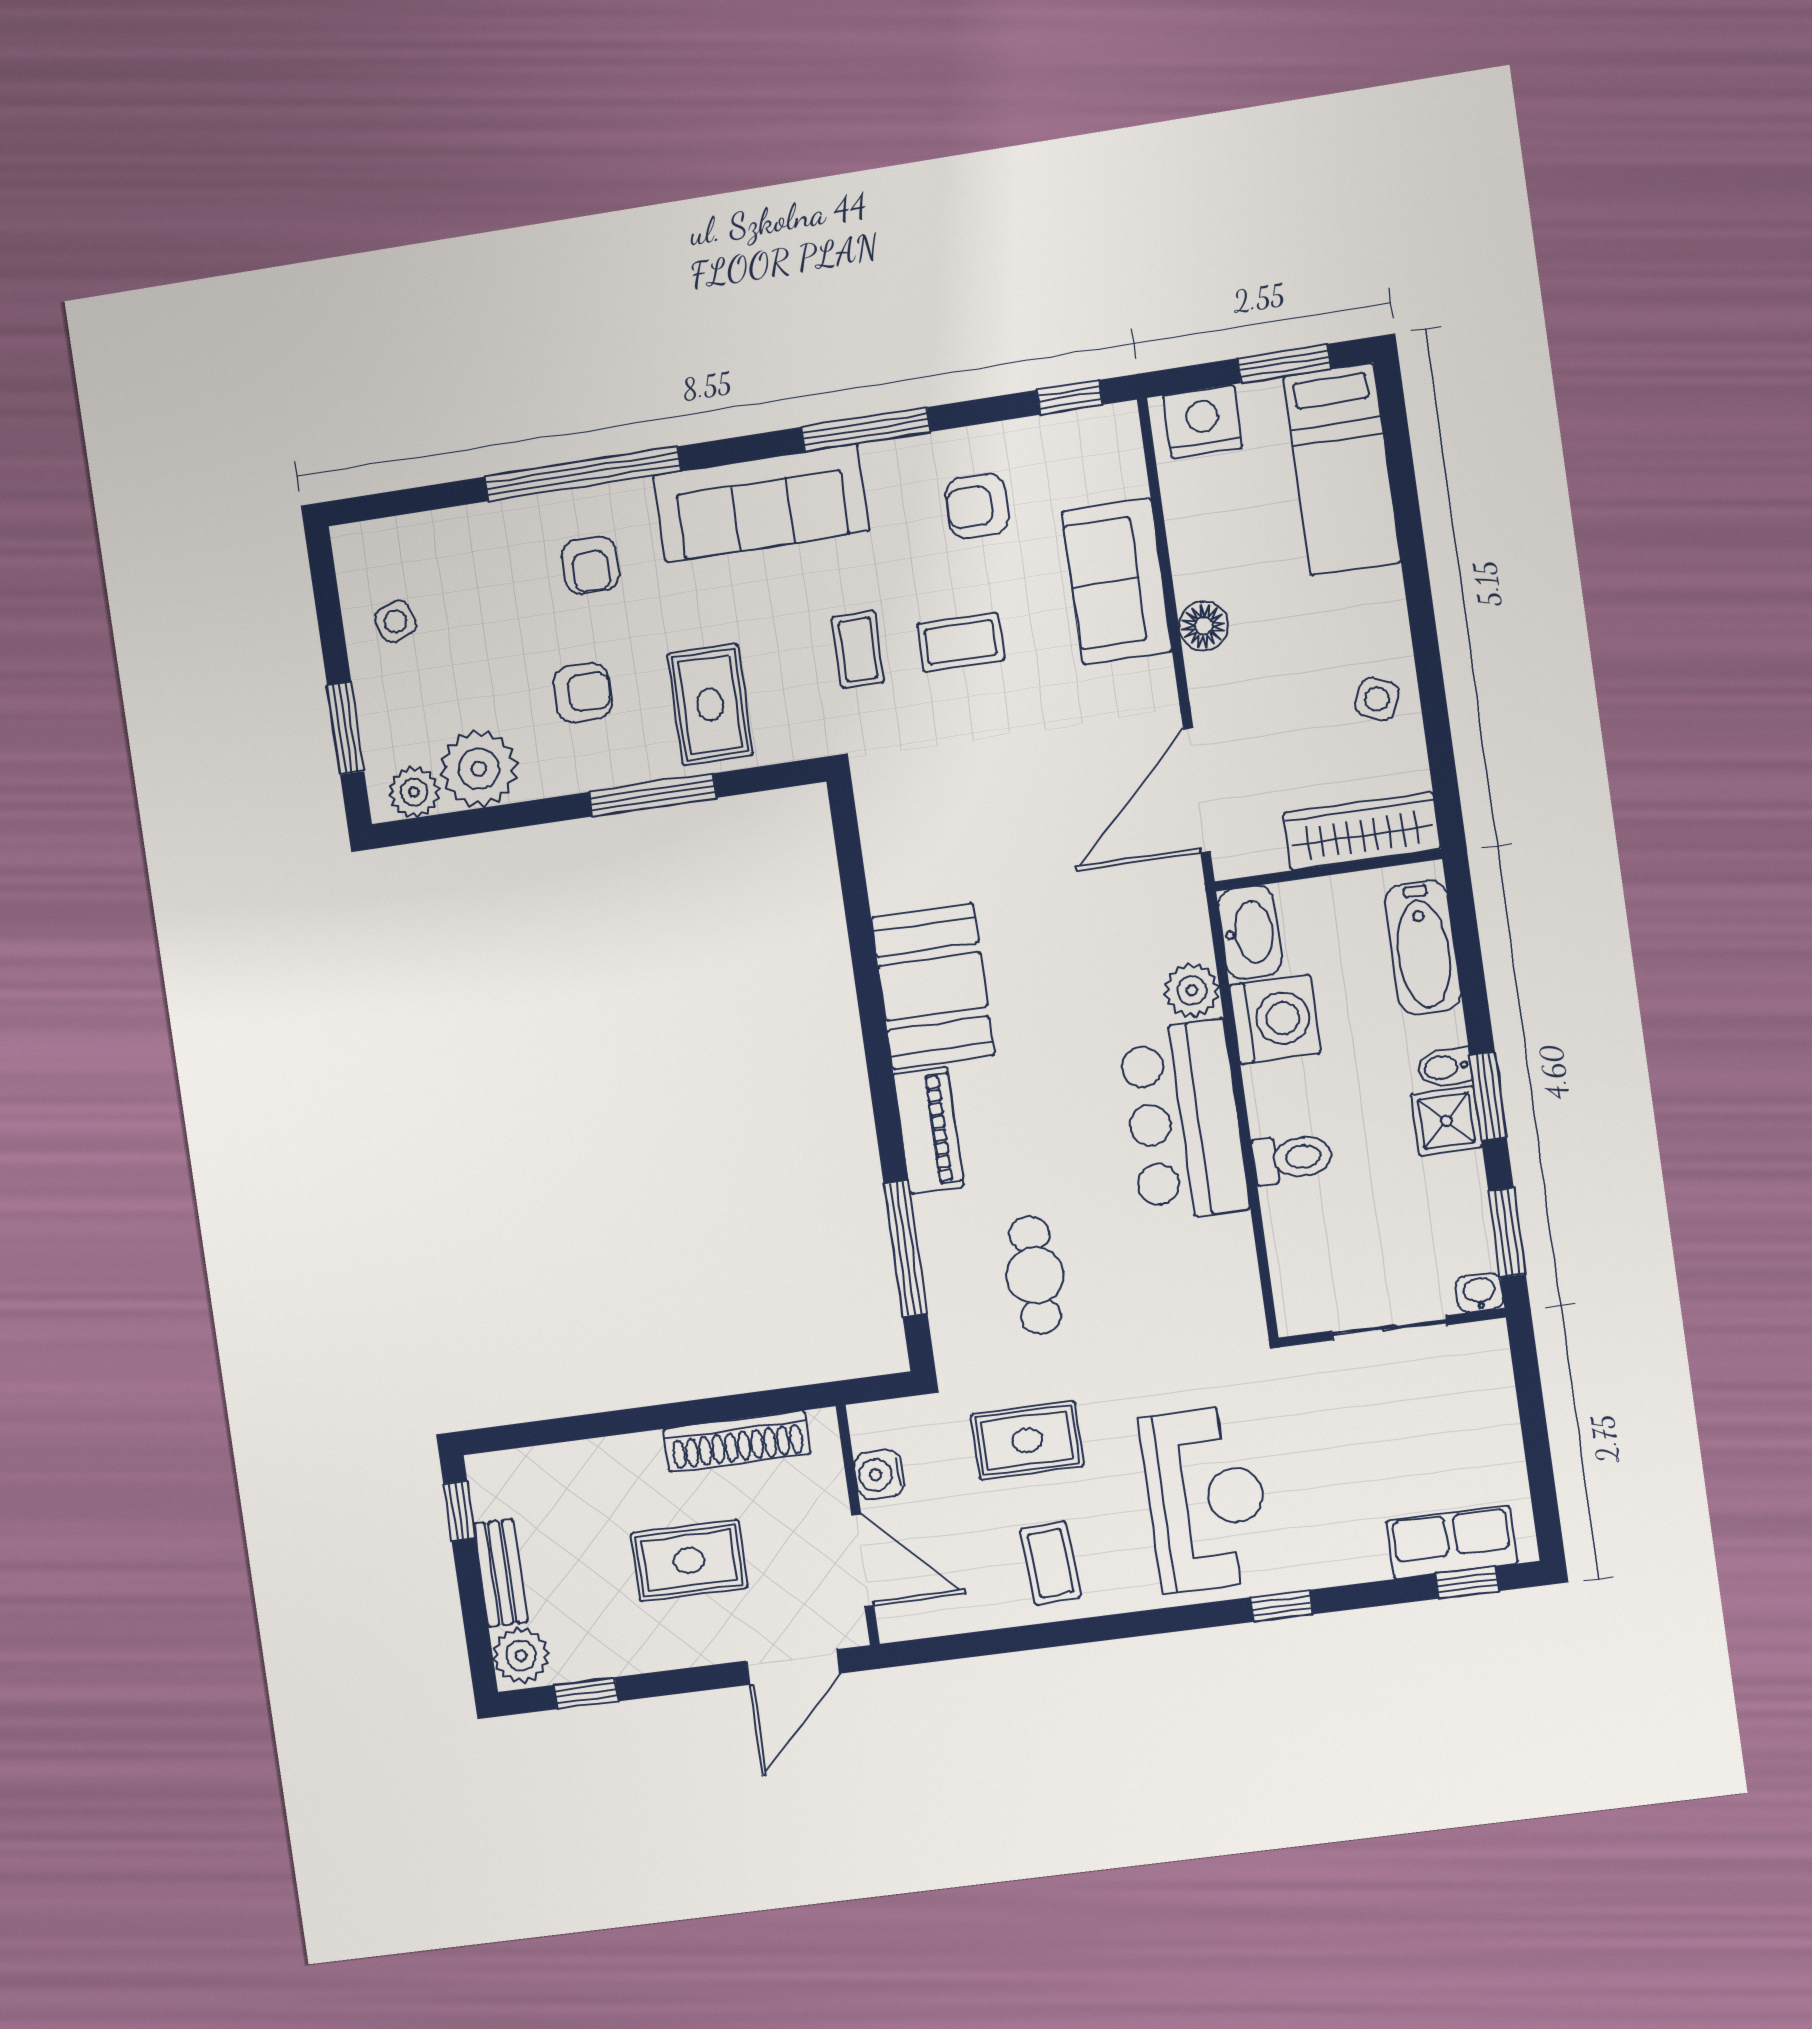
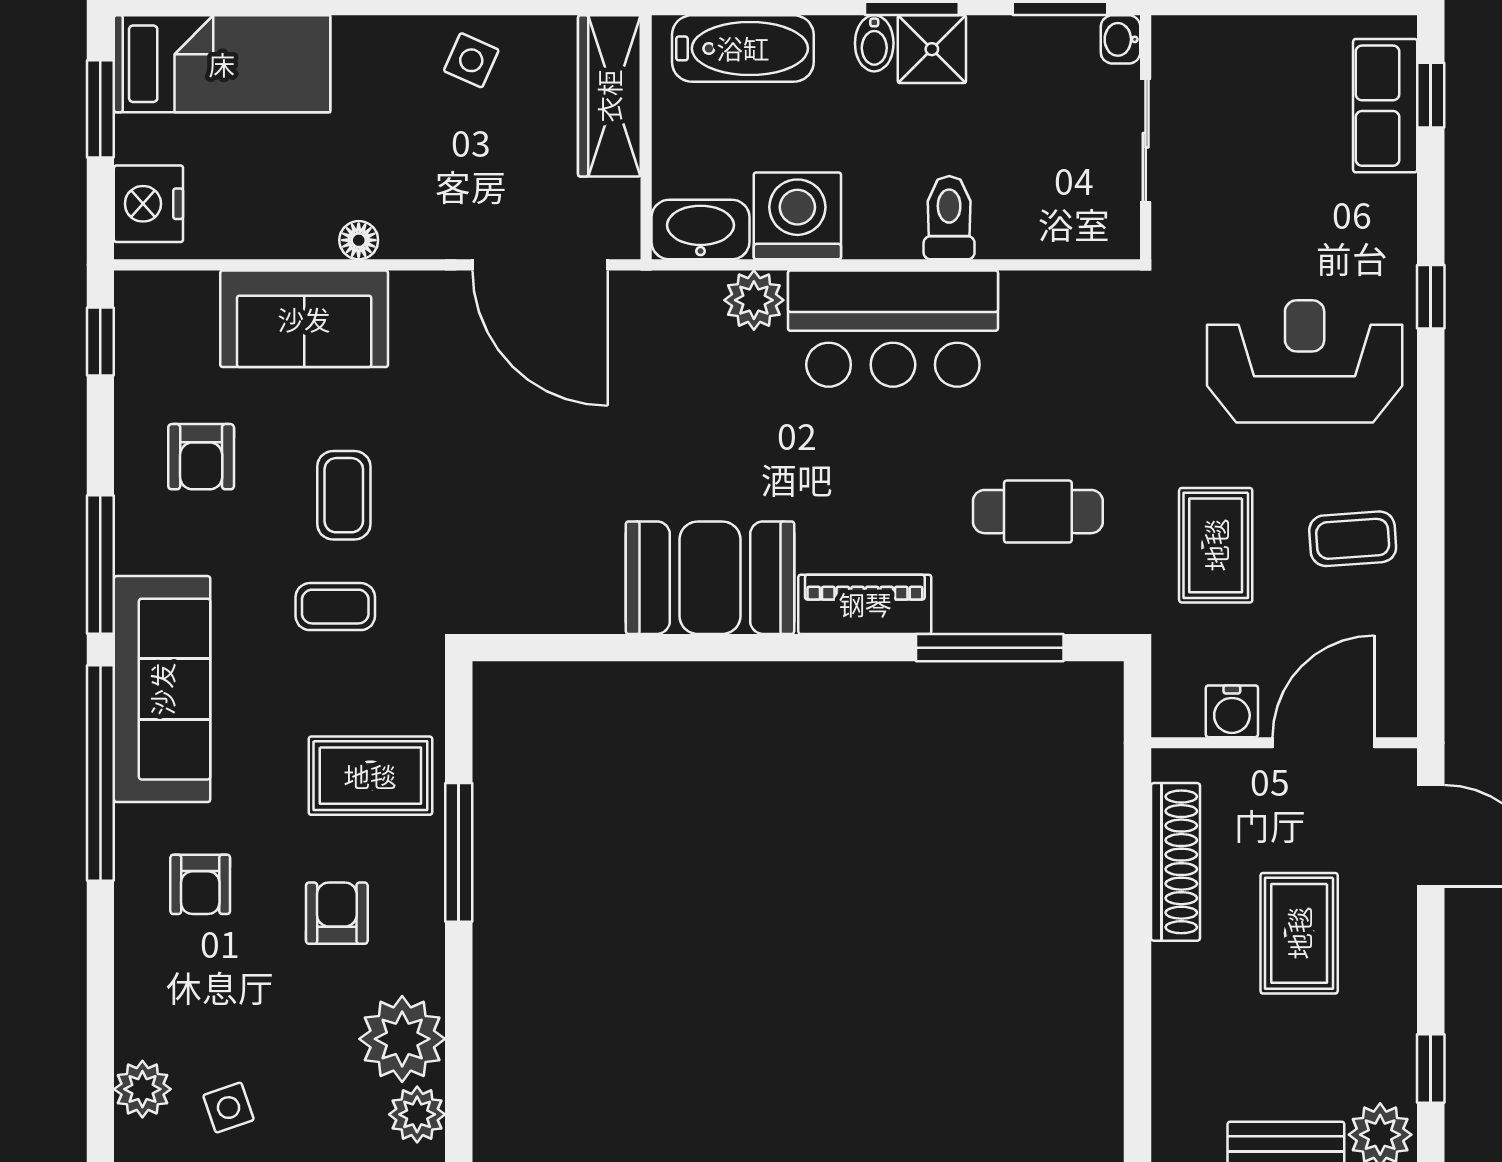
window: (583, 474) -> (100, 773), moved
plant: (400, 541) -> (142, 1089), added
armchair: (590, 565) -> (200, 884), turned 90
floor lamp: (1204, 626) -> (359, 240), width x0.73, depth x0.73

